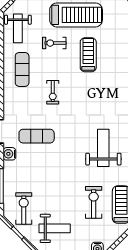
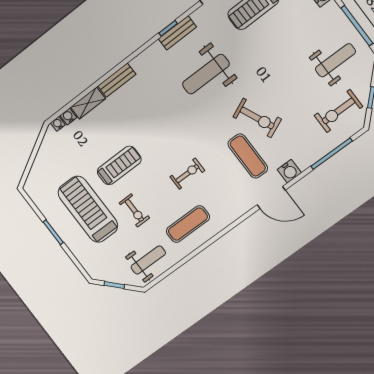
treadmill: (88, 55) -> (119, 165), turned 180
exercise bike: (94, 202) -> (257, 118), moved, turned -114
weight bench: (55, 228) -> (335, 60), turned 90

